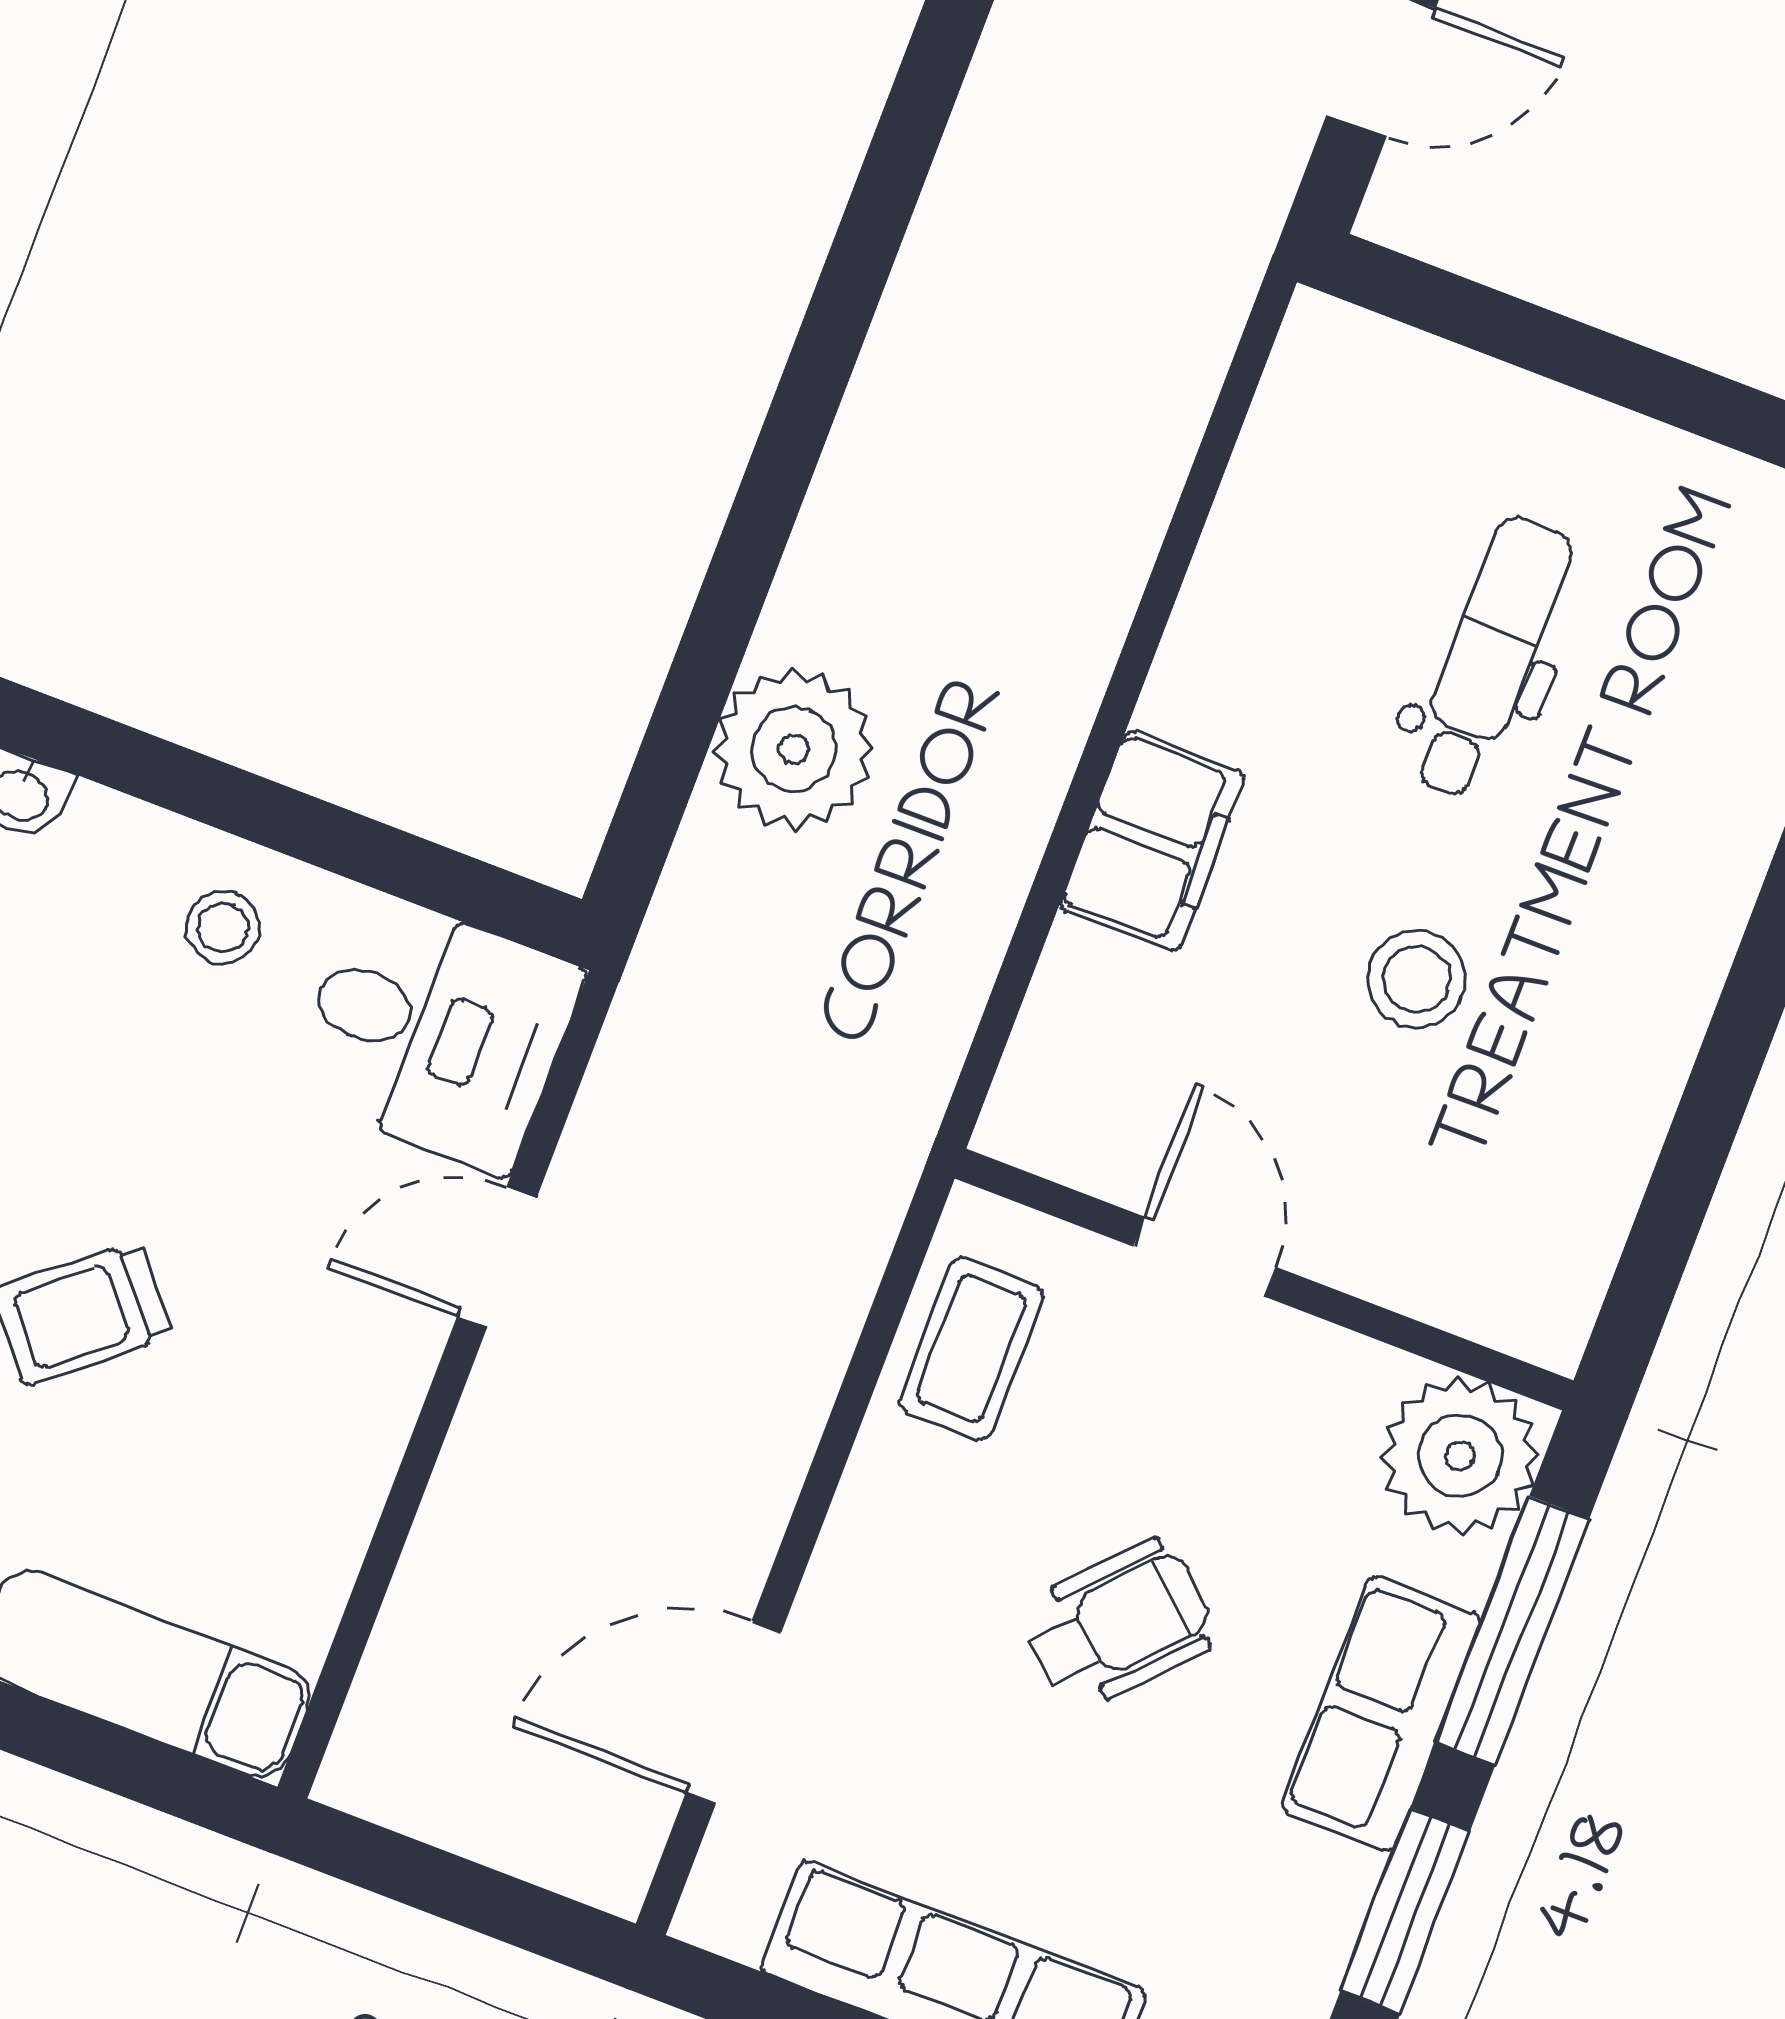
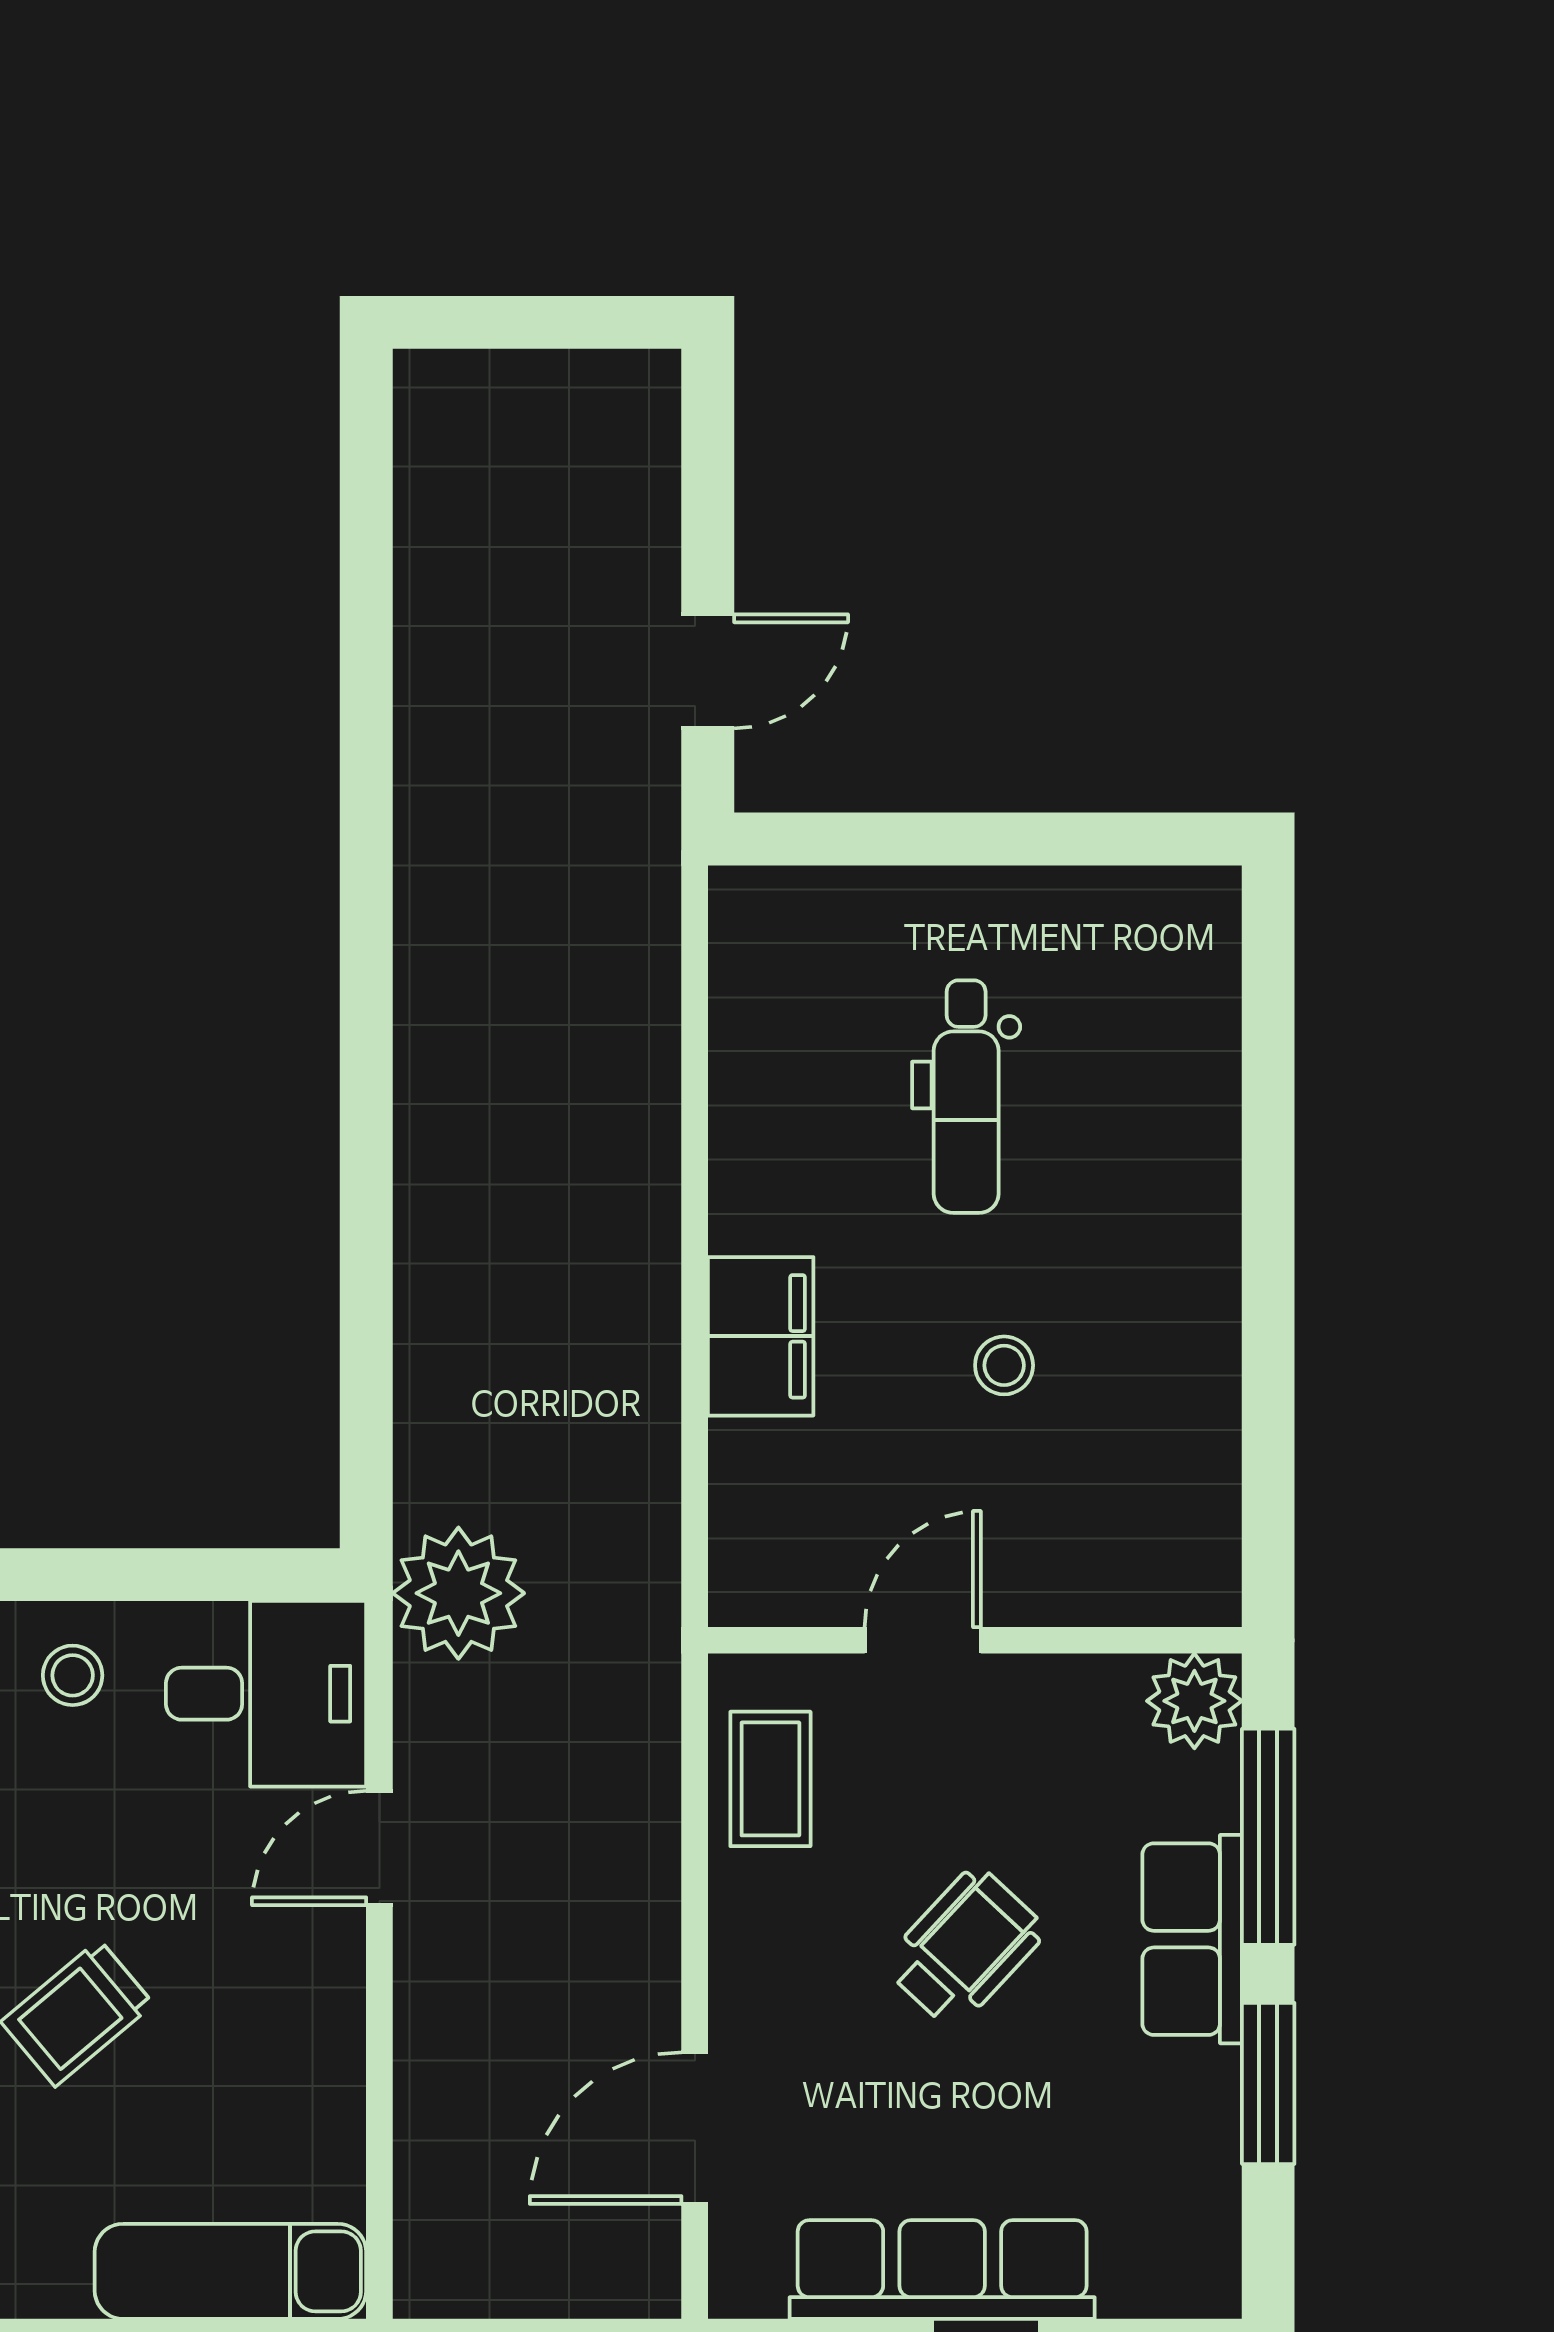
dental chair: (1490, 658) -> (966, 1097), turned 180
plant: (794, 749) -> (458, 1593), moved
stool: (1417, 980) -> (1004, 1365), width x0.73, depth x0.73
door: (1205, 1257) -> (923, 1640), hinge flipped
plant: (1460, 1456) -> (1194, 1701), width x0.73, depth x0.73

